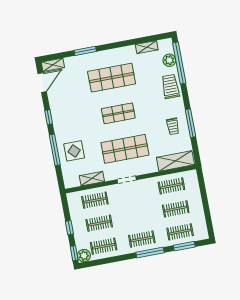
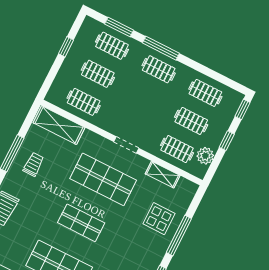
window: (207, 210) -> (66, 47), added
plant: (84, 256) -> (205, 156), moved

